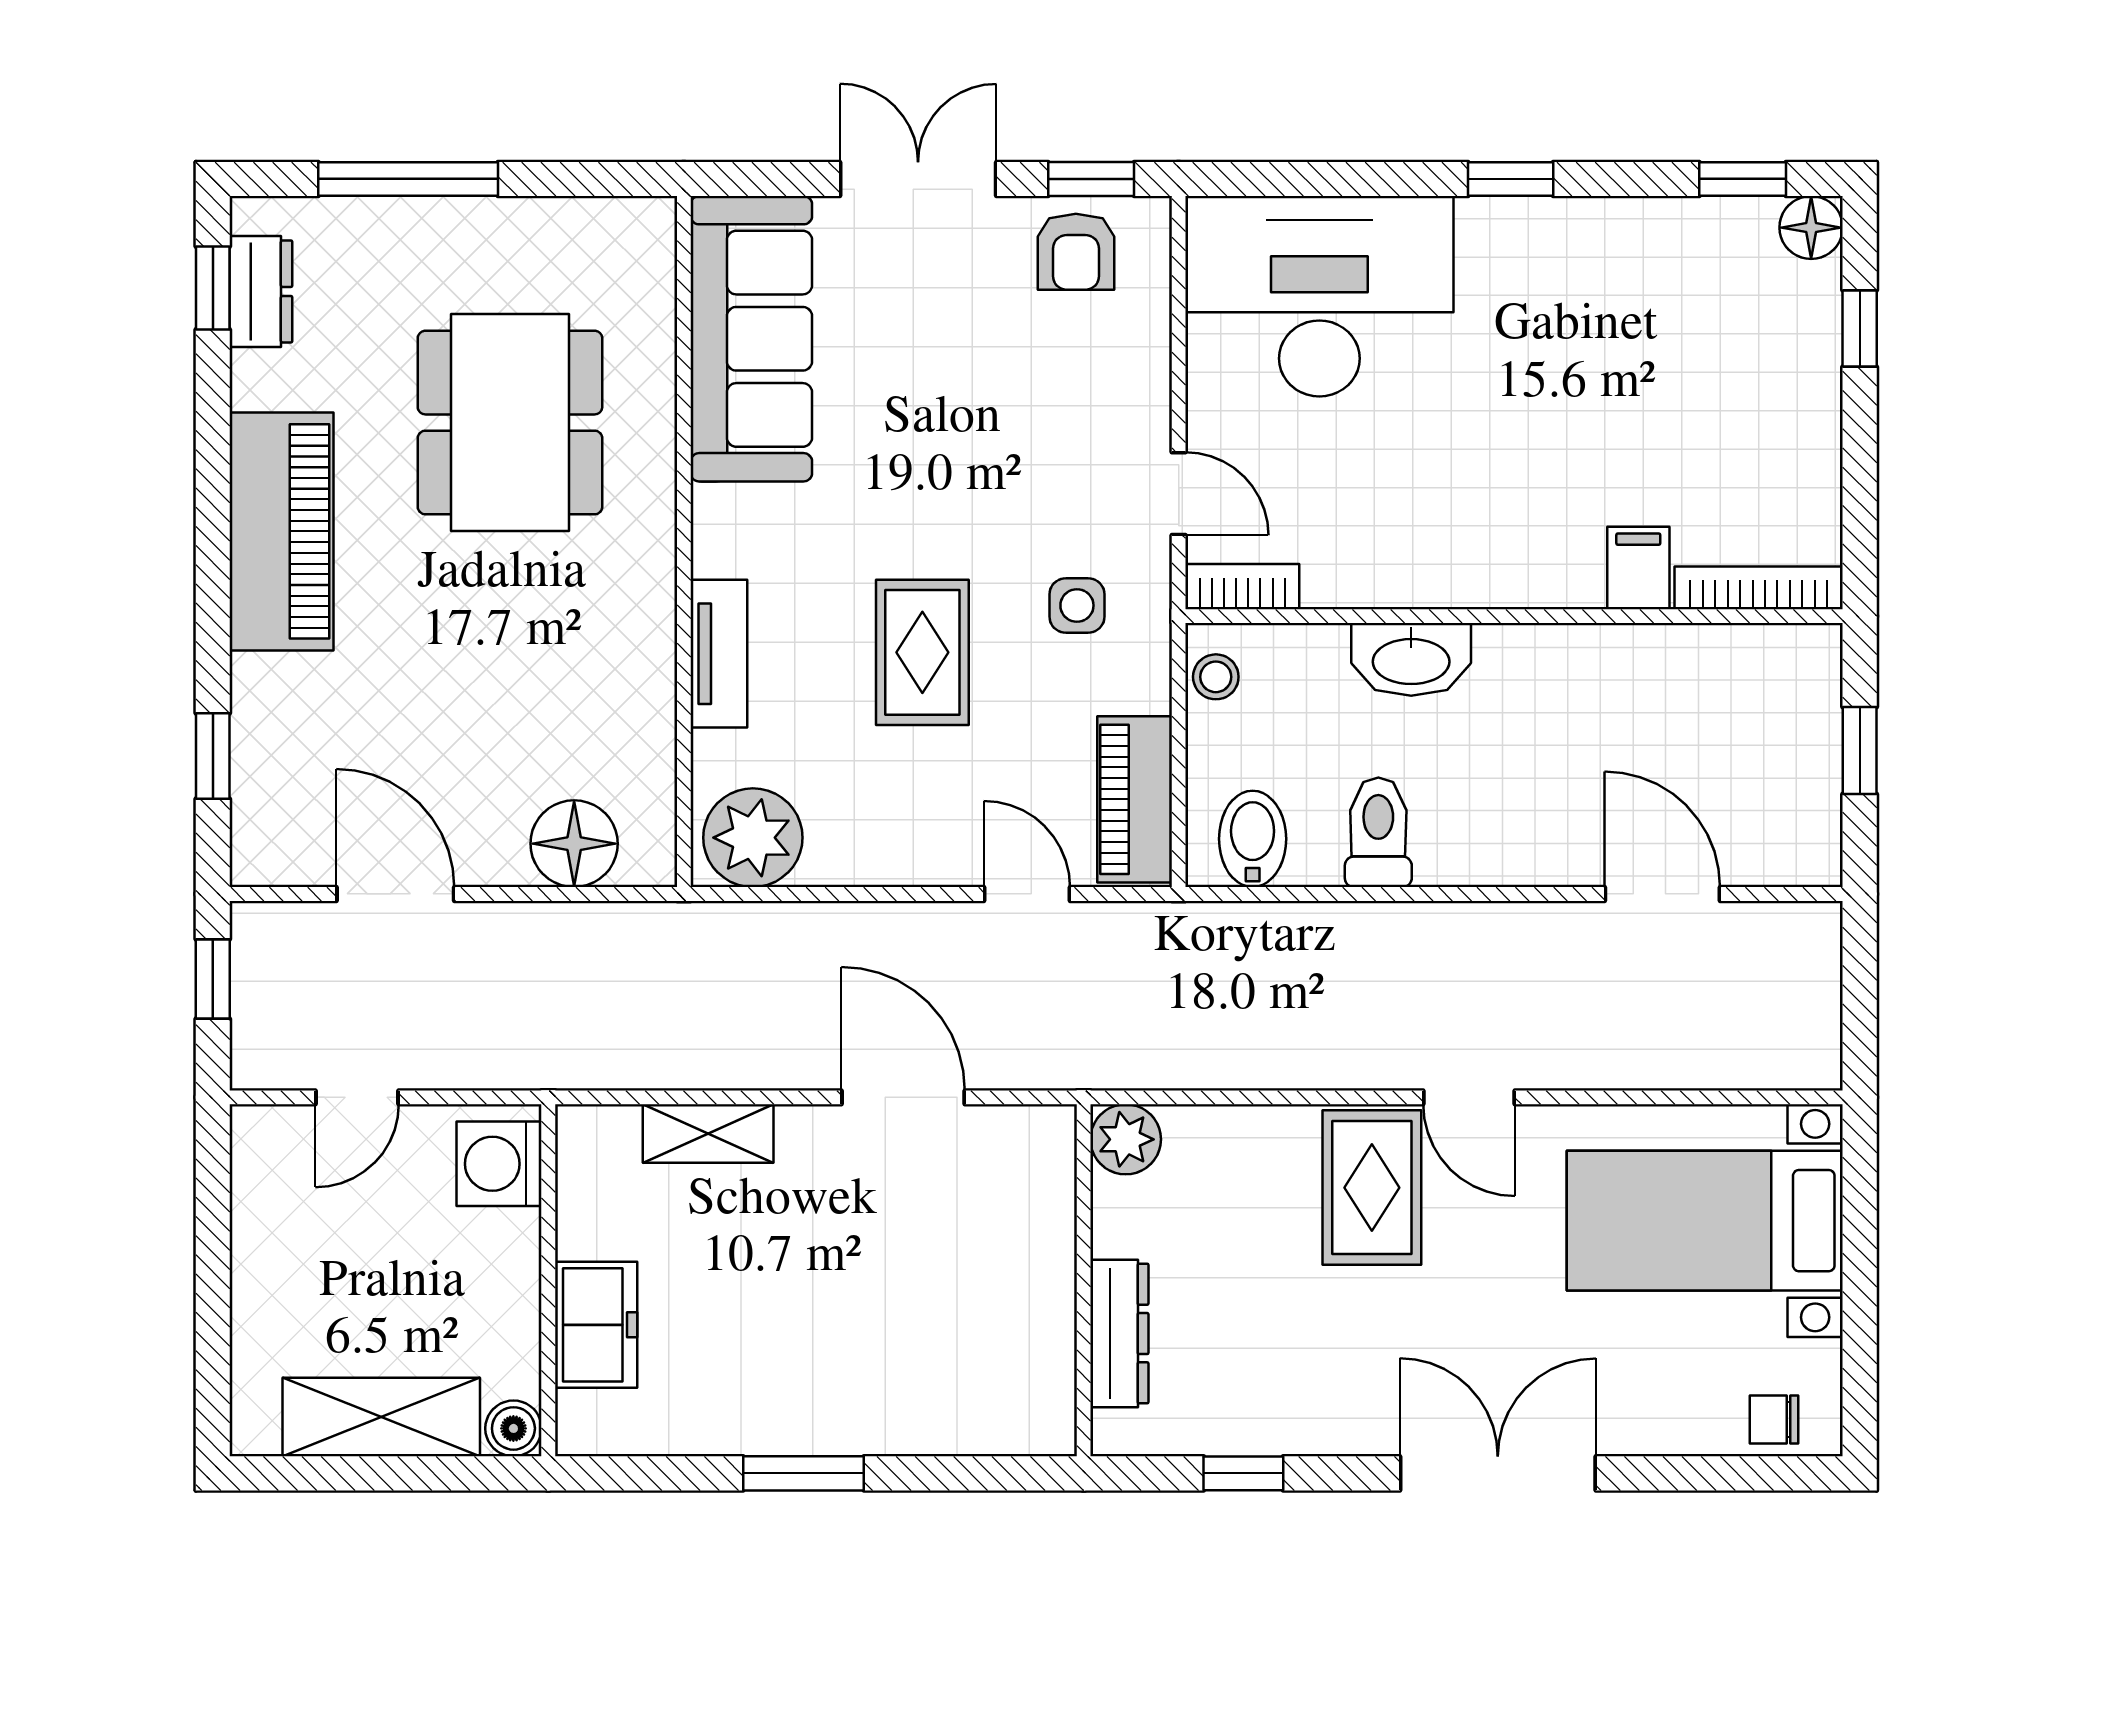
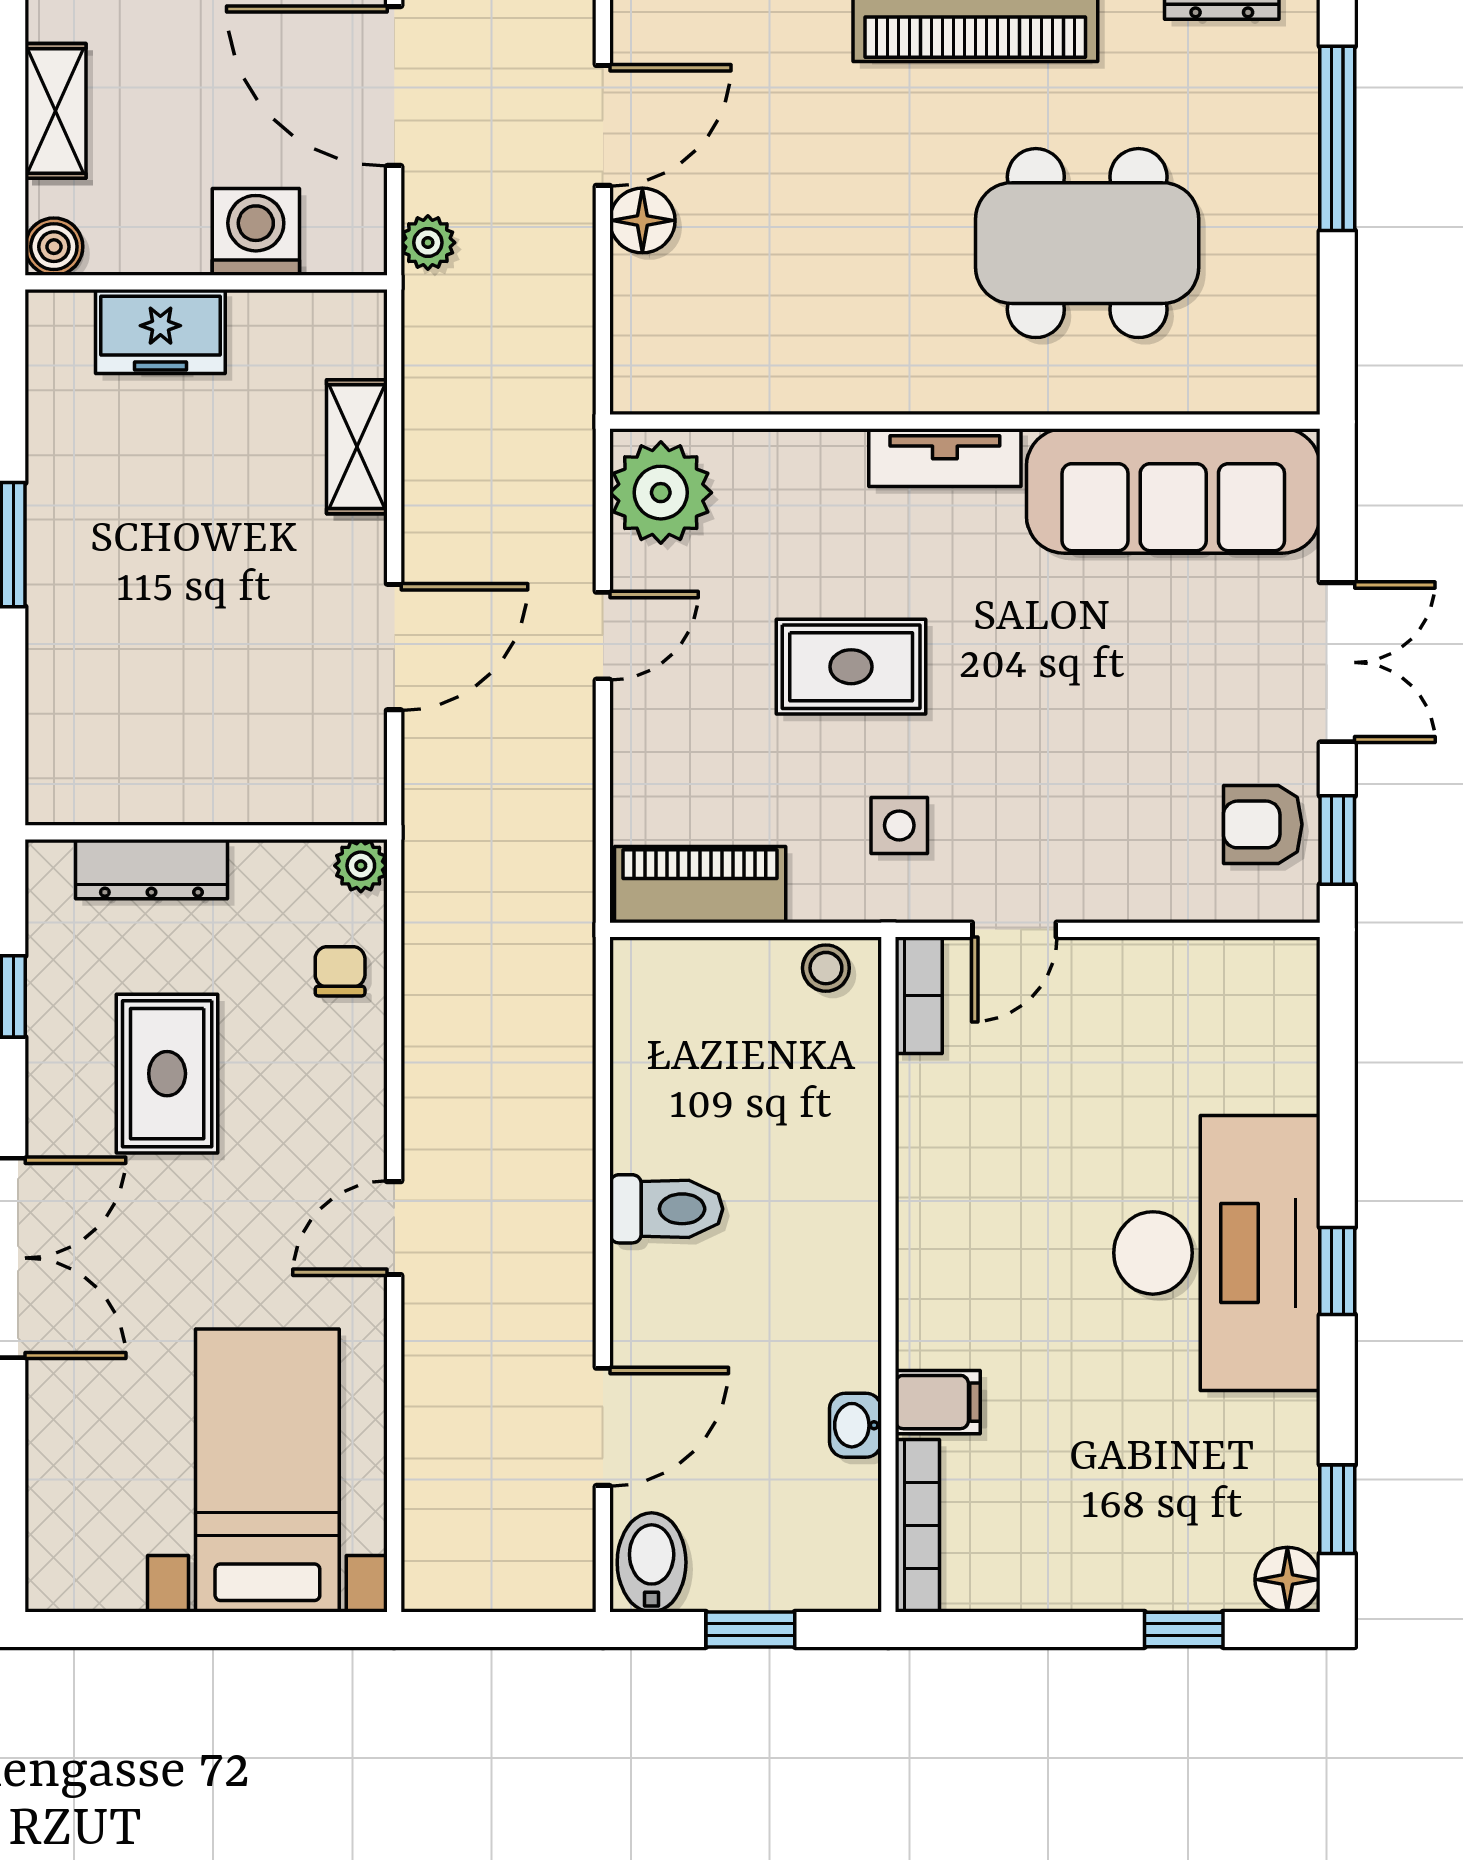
desk: (1319, 296) -> (1217, 1253), moved
tv unit: (719, 654) -> (945, 458), moved
washbasin: (1411, 659) -> (855, 1425), moved, width x0.52, depth x0.69
toilet: (1378, 832) -> (666, 1209), moved
bidet: (1253, 839) -> (652, 1562), moved, turned -90
floor lamp: (574, 844) -> (642, 220), moved, width x0.73, depth x0.73
door: (1027, 894) -> (603, 636), moved
plant: (509, 1064) -> (428, 243), added
door: (357, 1097) -> (394, 86), width x1.88
plant: (1126, 1139) -> (361, 866), width x0.73, depth x0.73
washing machine: (499, 1164) -> (256, 232), moved
rug: (1372, 1188) -> (167, 1074), moved, turned 90
shelving: (381, 1417) -> (56, 111), width x0.67, depth x0.75
chair: (1774, 1420) -> (340, 971), moved

